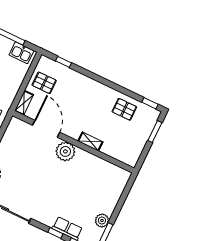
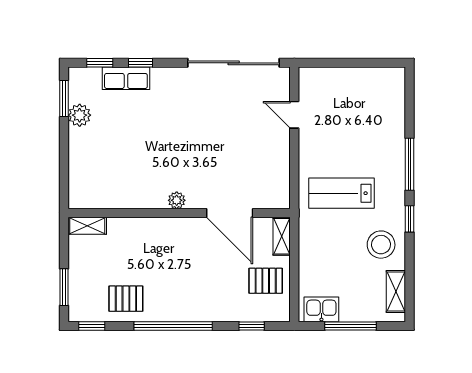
window: (106, 82) -> (173, 326), added
shelving: (90, 141) -> (87, 226), moved
plant: (65, 151) -> (177, 200), width x0.53, depth x0.53

